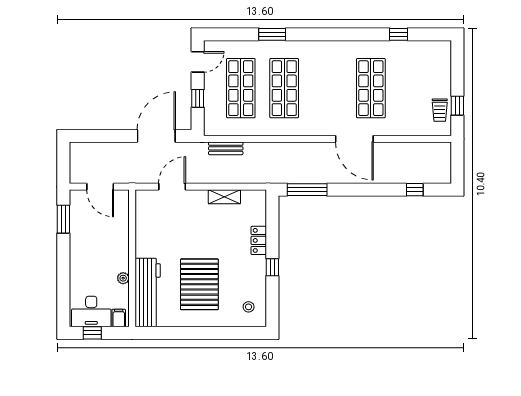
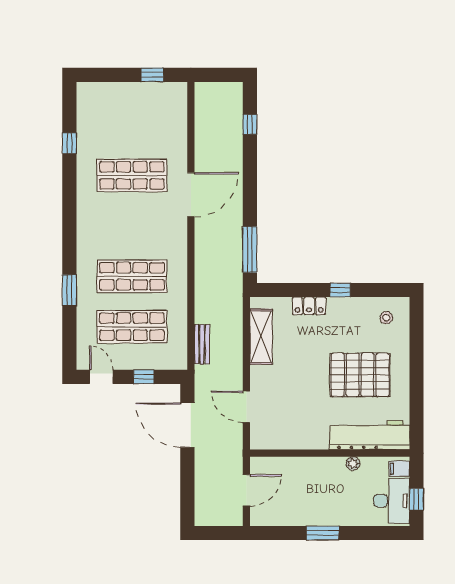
trolley: (440, 110) -> (158, 95), removed
shelving: (224, 197) -> (261, 337), width x1.50, depth x1.33
window: (63, 219) -> (323, 533), moved

